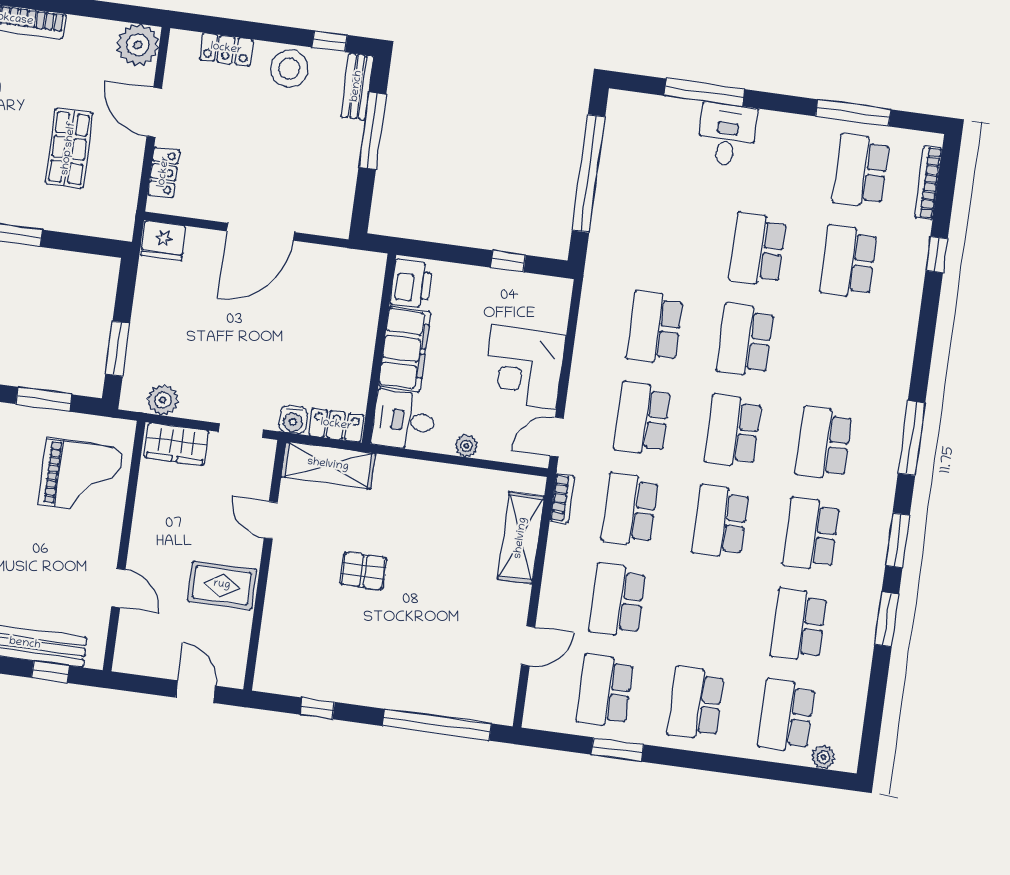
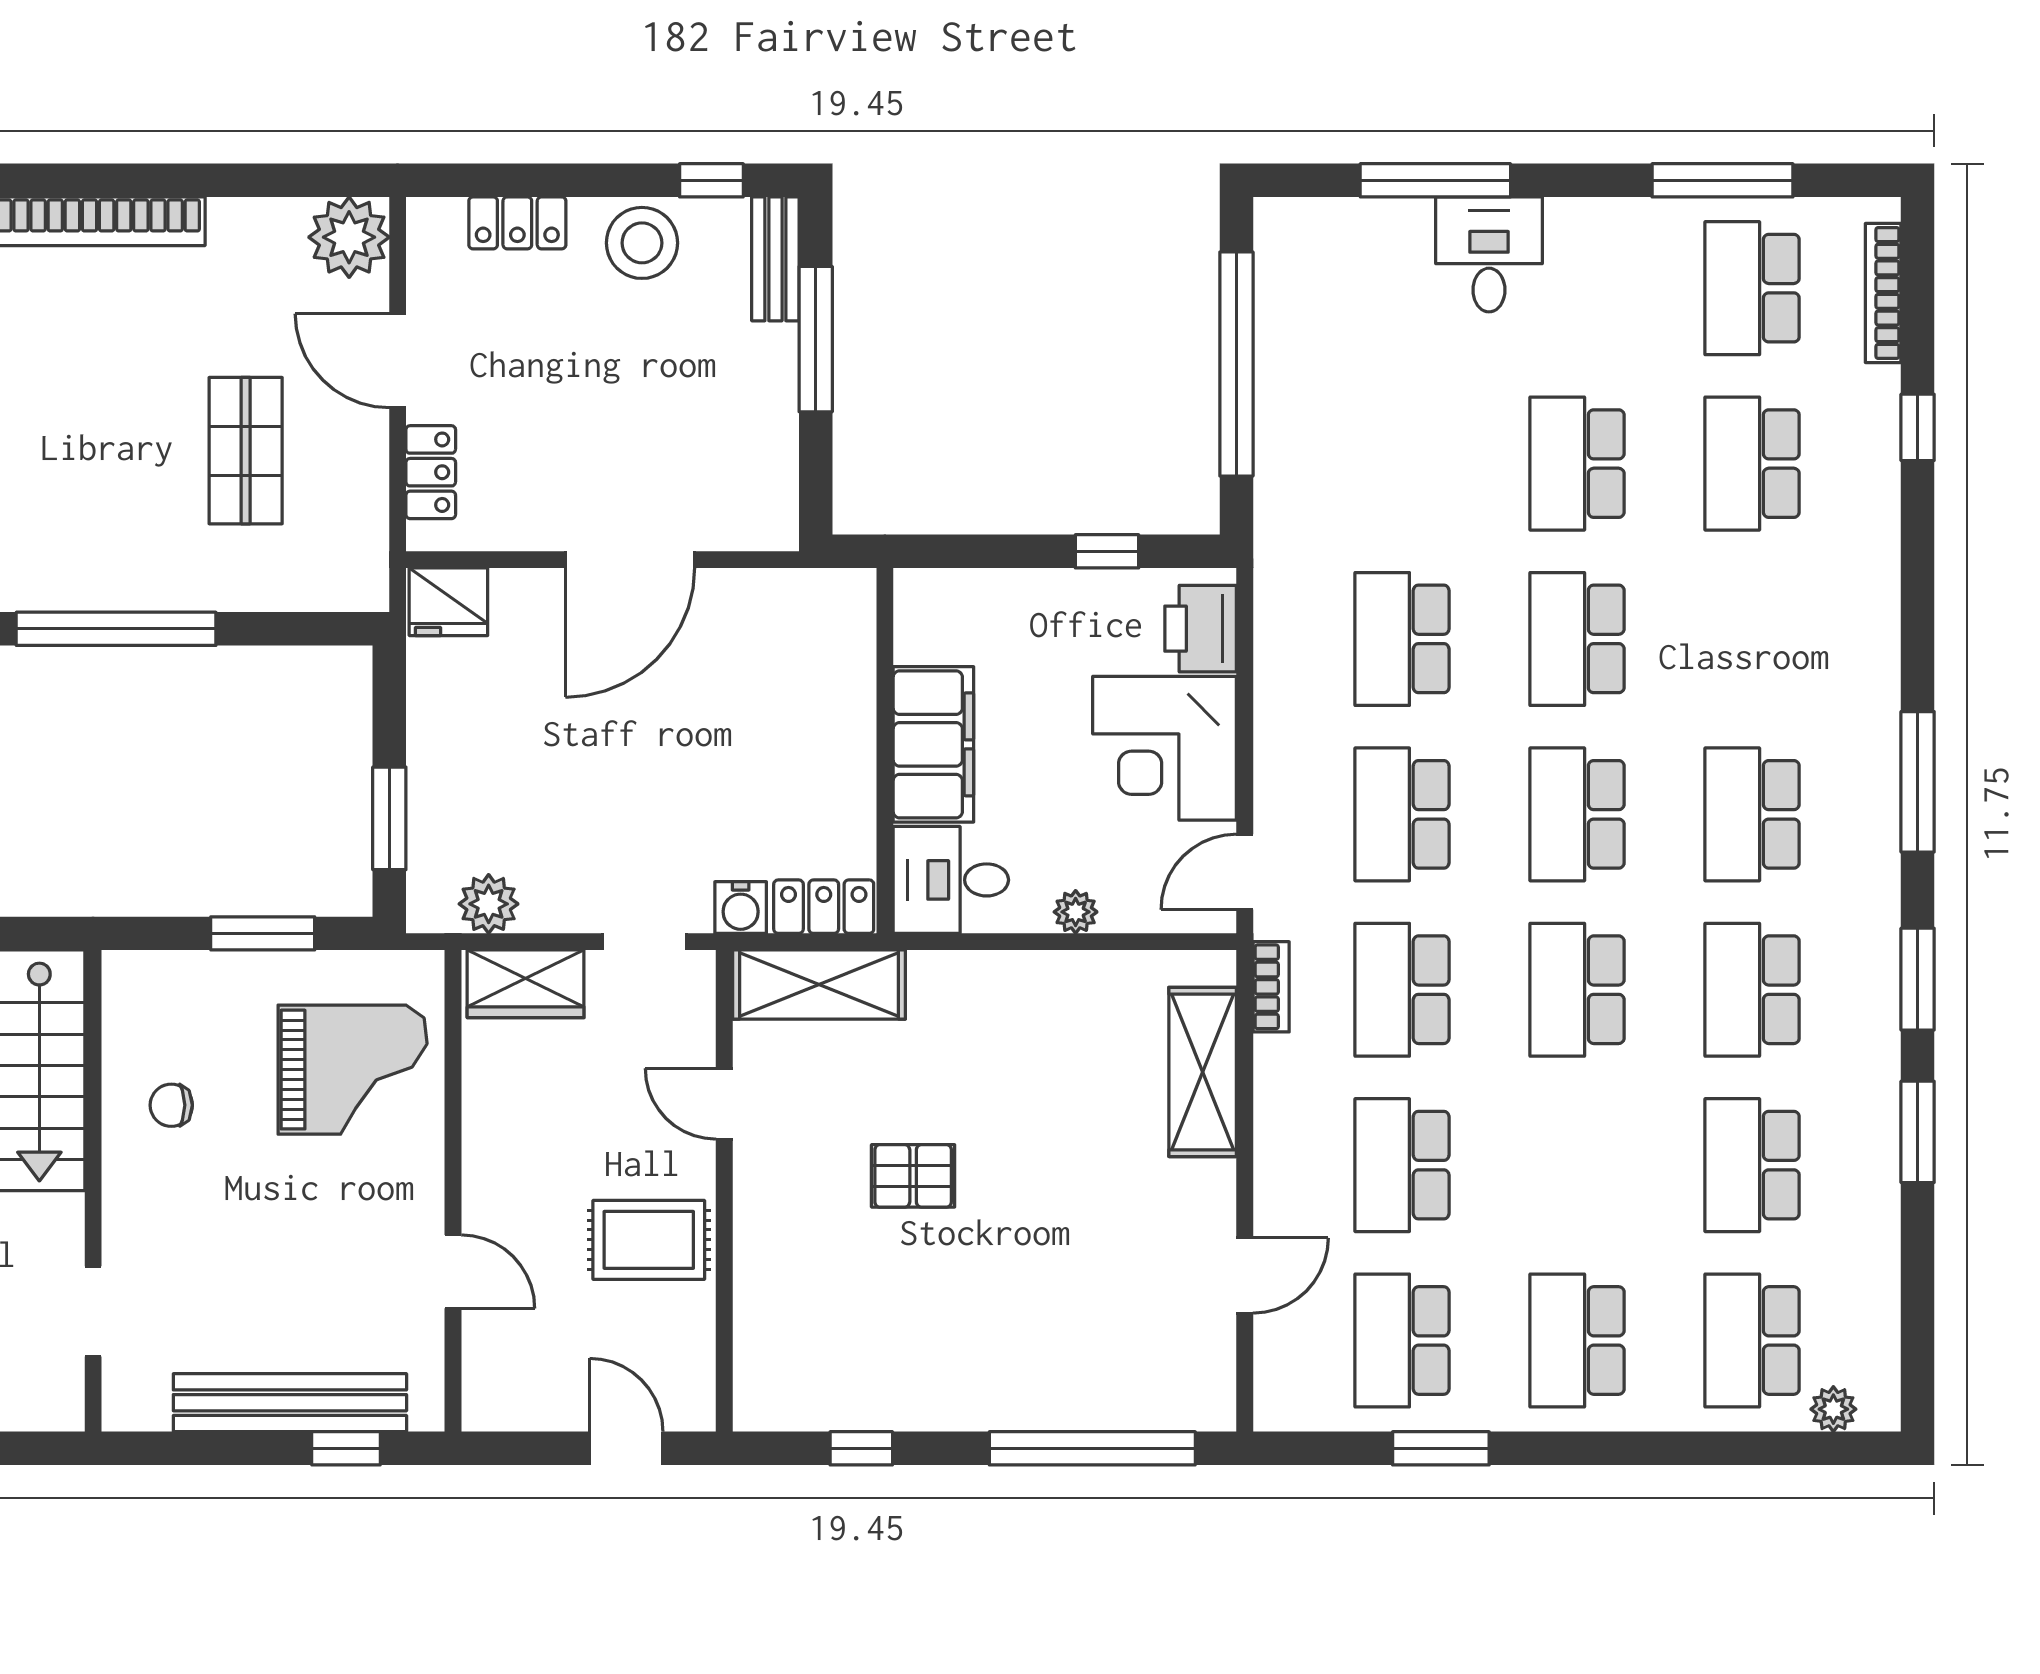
printer: (411, 284) -> (1201, 629), moved, turned 180

